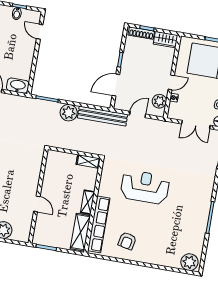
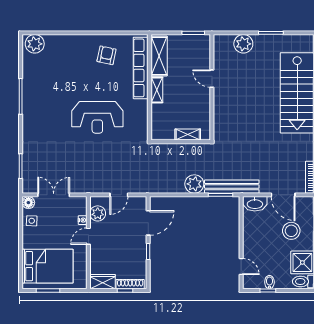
bench: (103, 116) -> (232, 187), moved
shelving: (88, 161) -> (188, 134), moved

